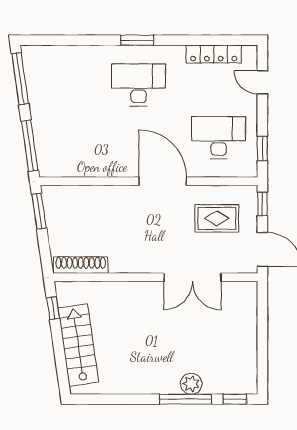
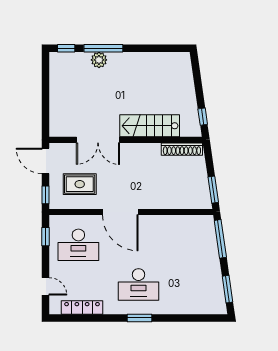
window: (20, 79) -> (227, 289), width x0.69
double door: (192, 277) -> (98, 140), swing flipped
stairs: (78, 345) -> (150, 126), moved, turned 98

